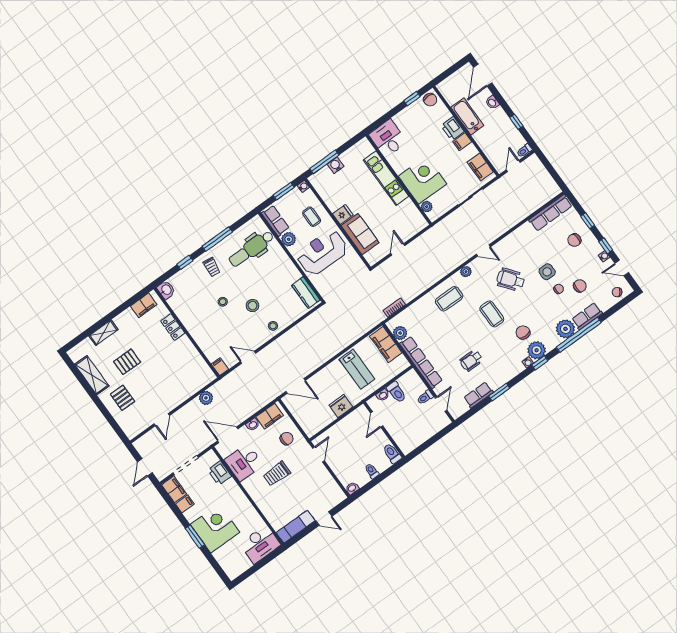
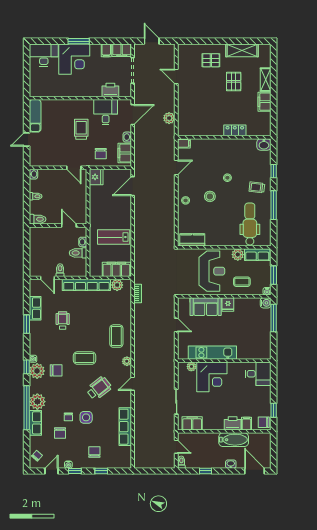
filing cabinet: (462, 142) -> (247, 424), moved
water cooler: (336, 165) -> (266, 303), moved
kitchen unit: (386, 178) -> (212, 353), moved
row of seats: (551, 213) -> (125, 427), moved
filing cabinet: (144, 305) -> (264, 102), moved
fridge: (341, 406) -> (96, 177), moved
desk: (260, 544) -> (44, 55), moved, turned 90

